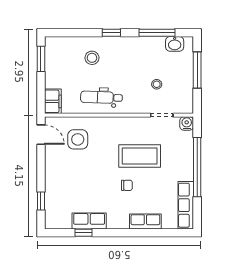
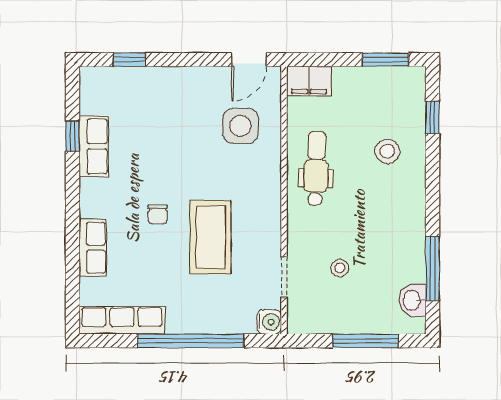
window: (111, 33) -> (433, 117), moved

